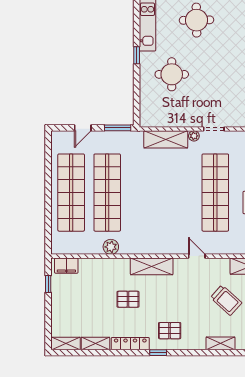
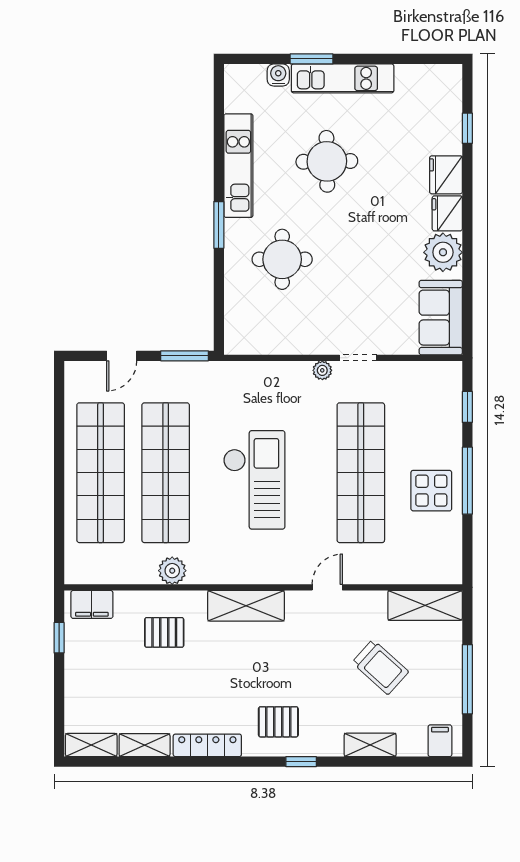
window: (137, 55) -> (219, 225), width x1.50
shelving: (166, 139) -> (271, 377), removed
checkout: (156, 197) -> (254, 480), added
door: (197, 256) -> (327, 587), hinge flipped
pallet: (128, 299) -> (164, 632), moved
window: (158, 353) -> (301, 762), moved

